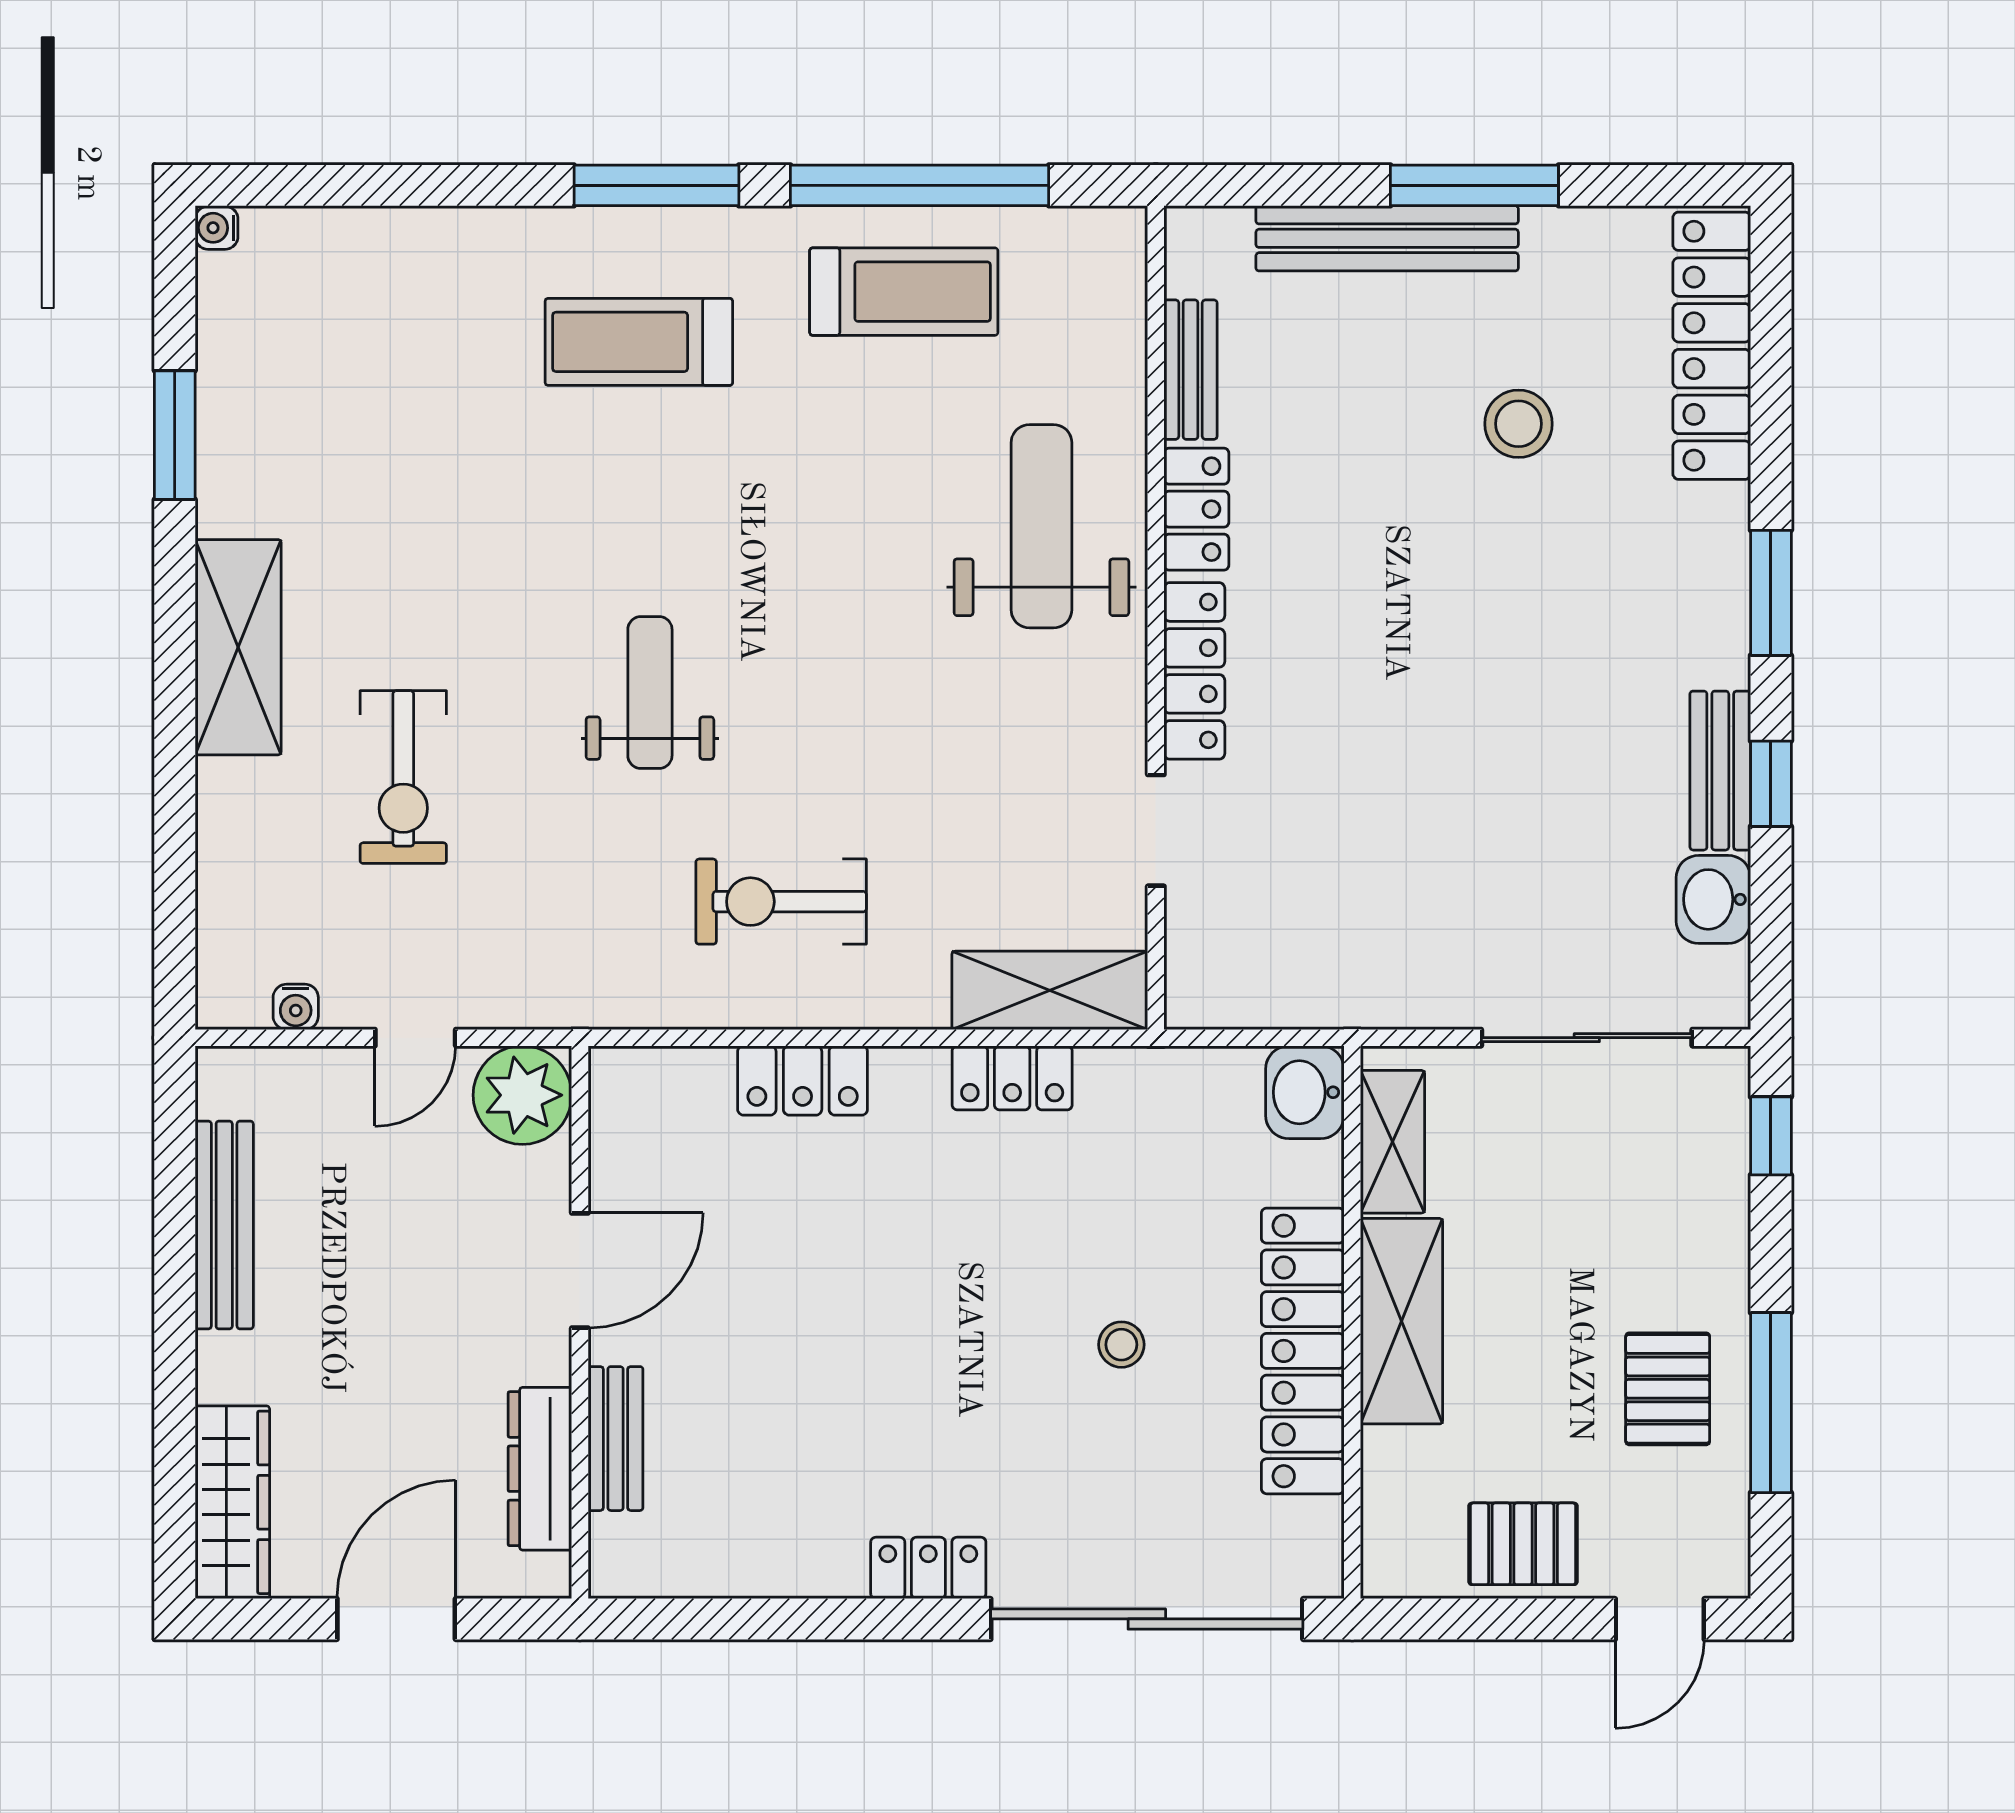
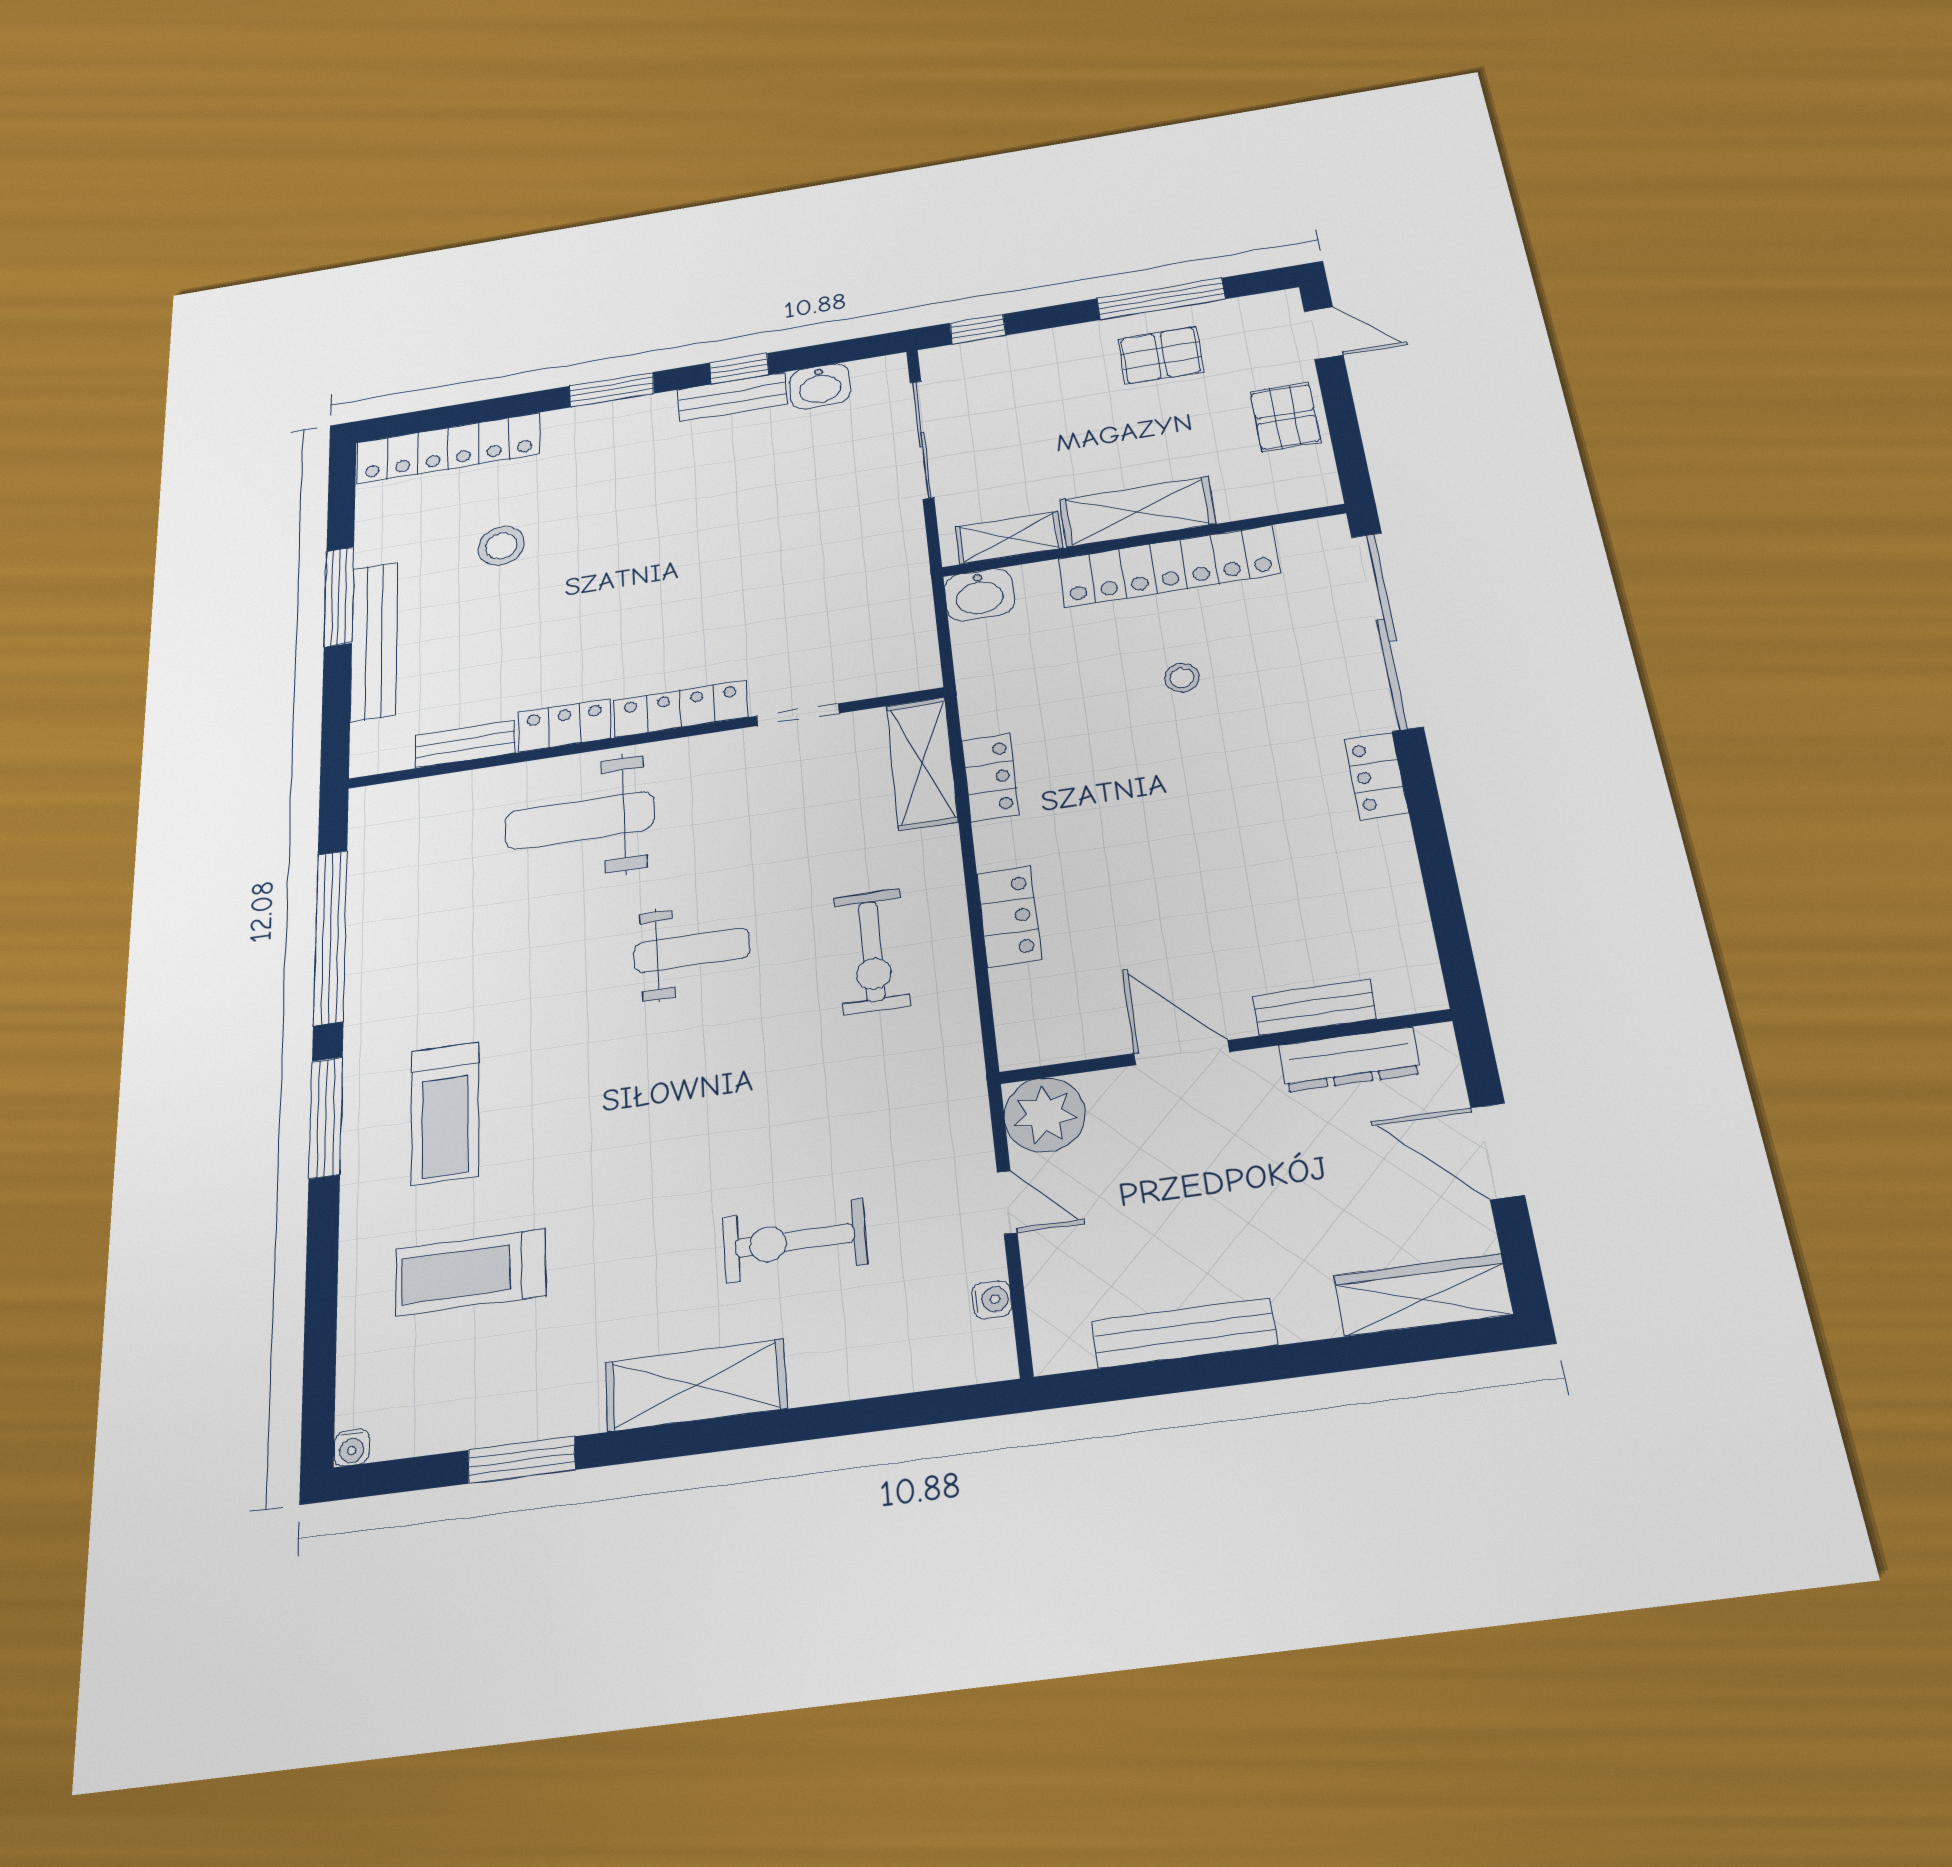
treadmill: (904, 292) -> (471, 1272), moved, turned -90
weight bench: (650, 692) -> (692, 950), moved, turned 180
exercise bike: (403, 777) -> (795, 1241), turned 180

